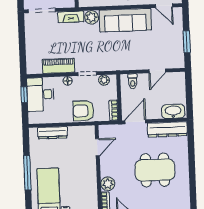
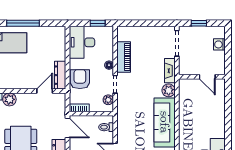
desk: (41, 94) -> (82, 42), moved, turned -90
dresser: (53, 133) -> (60, 75), moved
door: (97, 147) -> (45, 91), swing flipped

